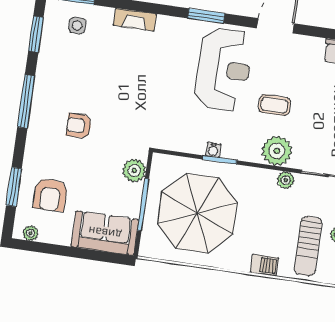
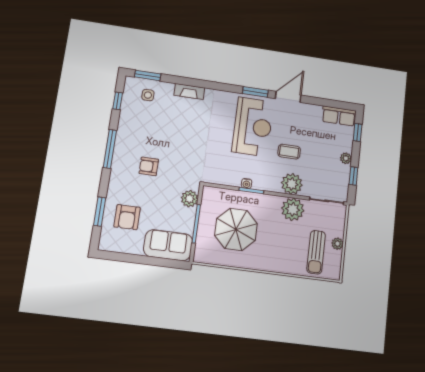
window: (206, 16) -> (255, 92), moved
window: (36, 34) -> (118, 101), width x0.67
plant: (286, 180) -> (293, 209), width x1.88, depth x1.88
parasol: (197, 213) -> (236, 229), width x0.73, depth x0.73
plant: (31, 233) -> (112, 246), removed
barbecue: (264, 265) -> (285, 267), removed

